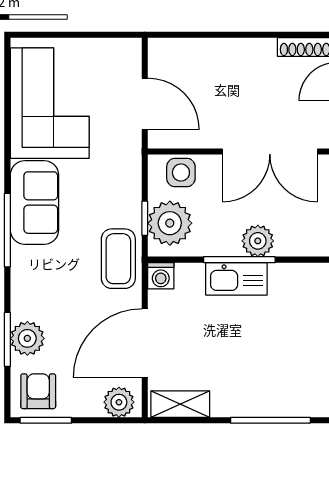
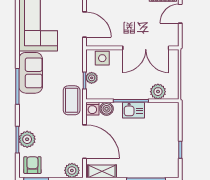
plant: (170, 223) -> (92, 78), width x0.53, depth x0.53
plant: (258, 241) -> (158, 92), moved
boiler: (190, 276) -> (107, 109), added
kitchen sink: (236, 279) -> (133, 110), width x0.73
door: (145, 343) -> (84, 142), swing flipped

